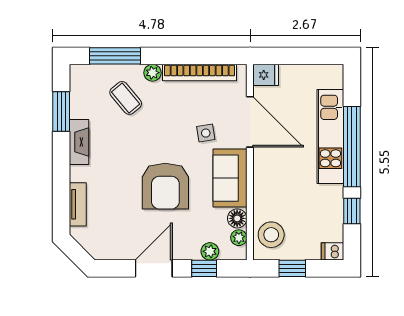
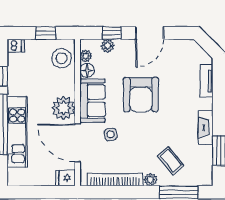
plant: (269, 168) -> (63, 108), added
armchair: (165, 186) -> (141, 95), turned 180

